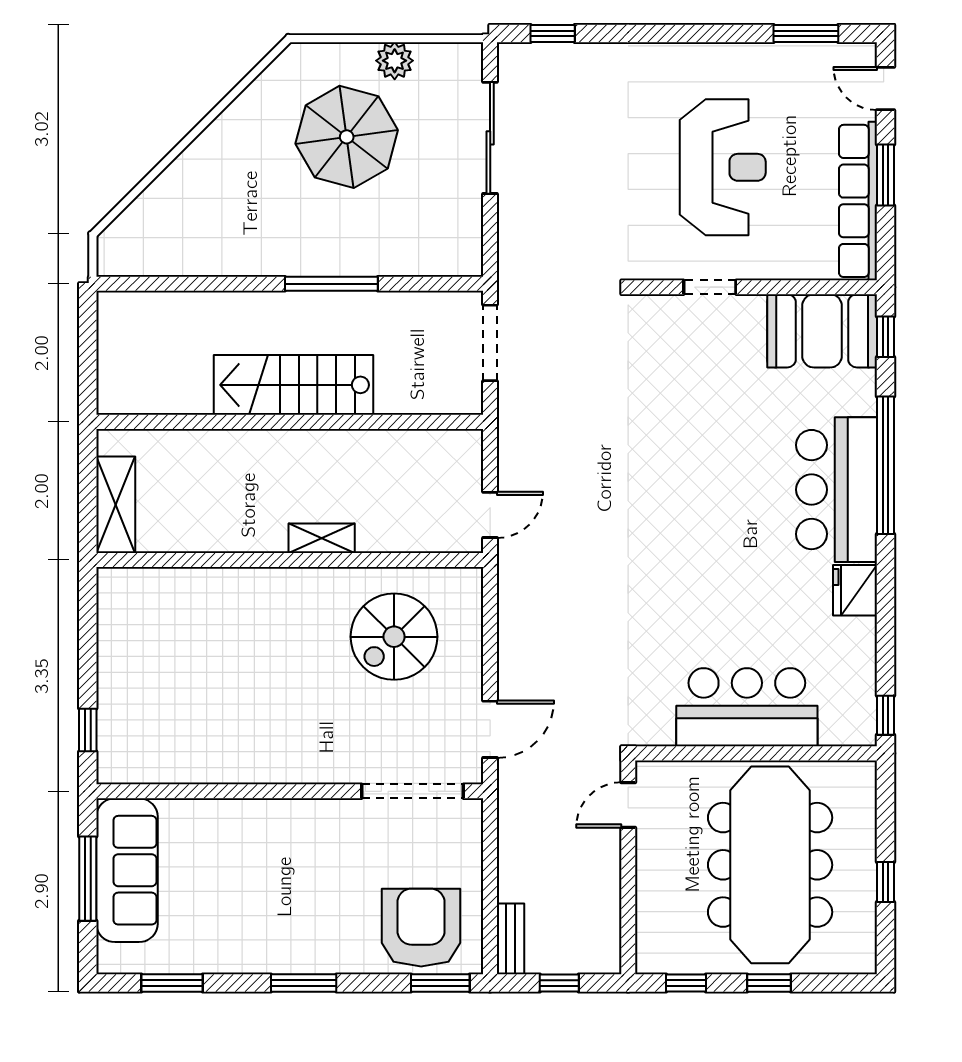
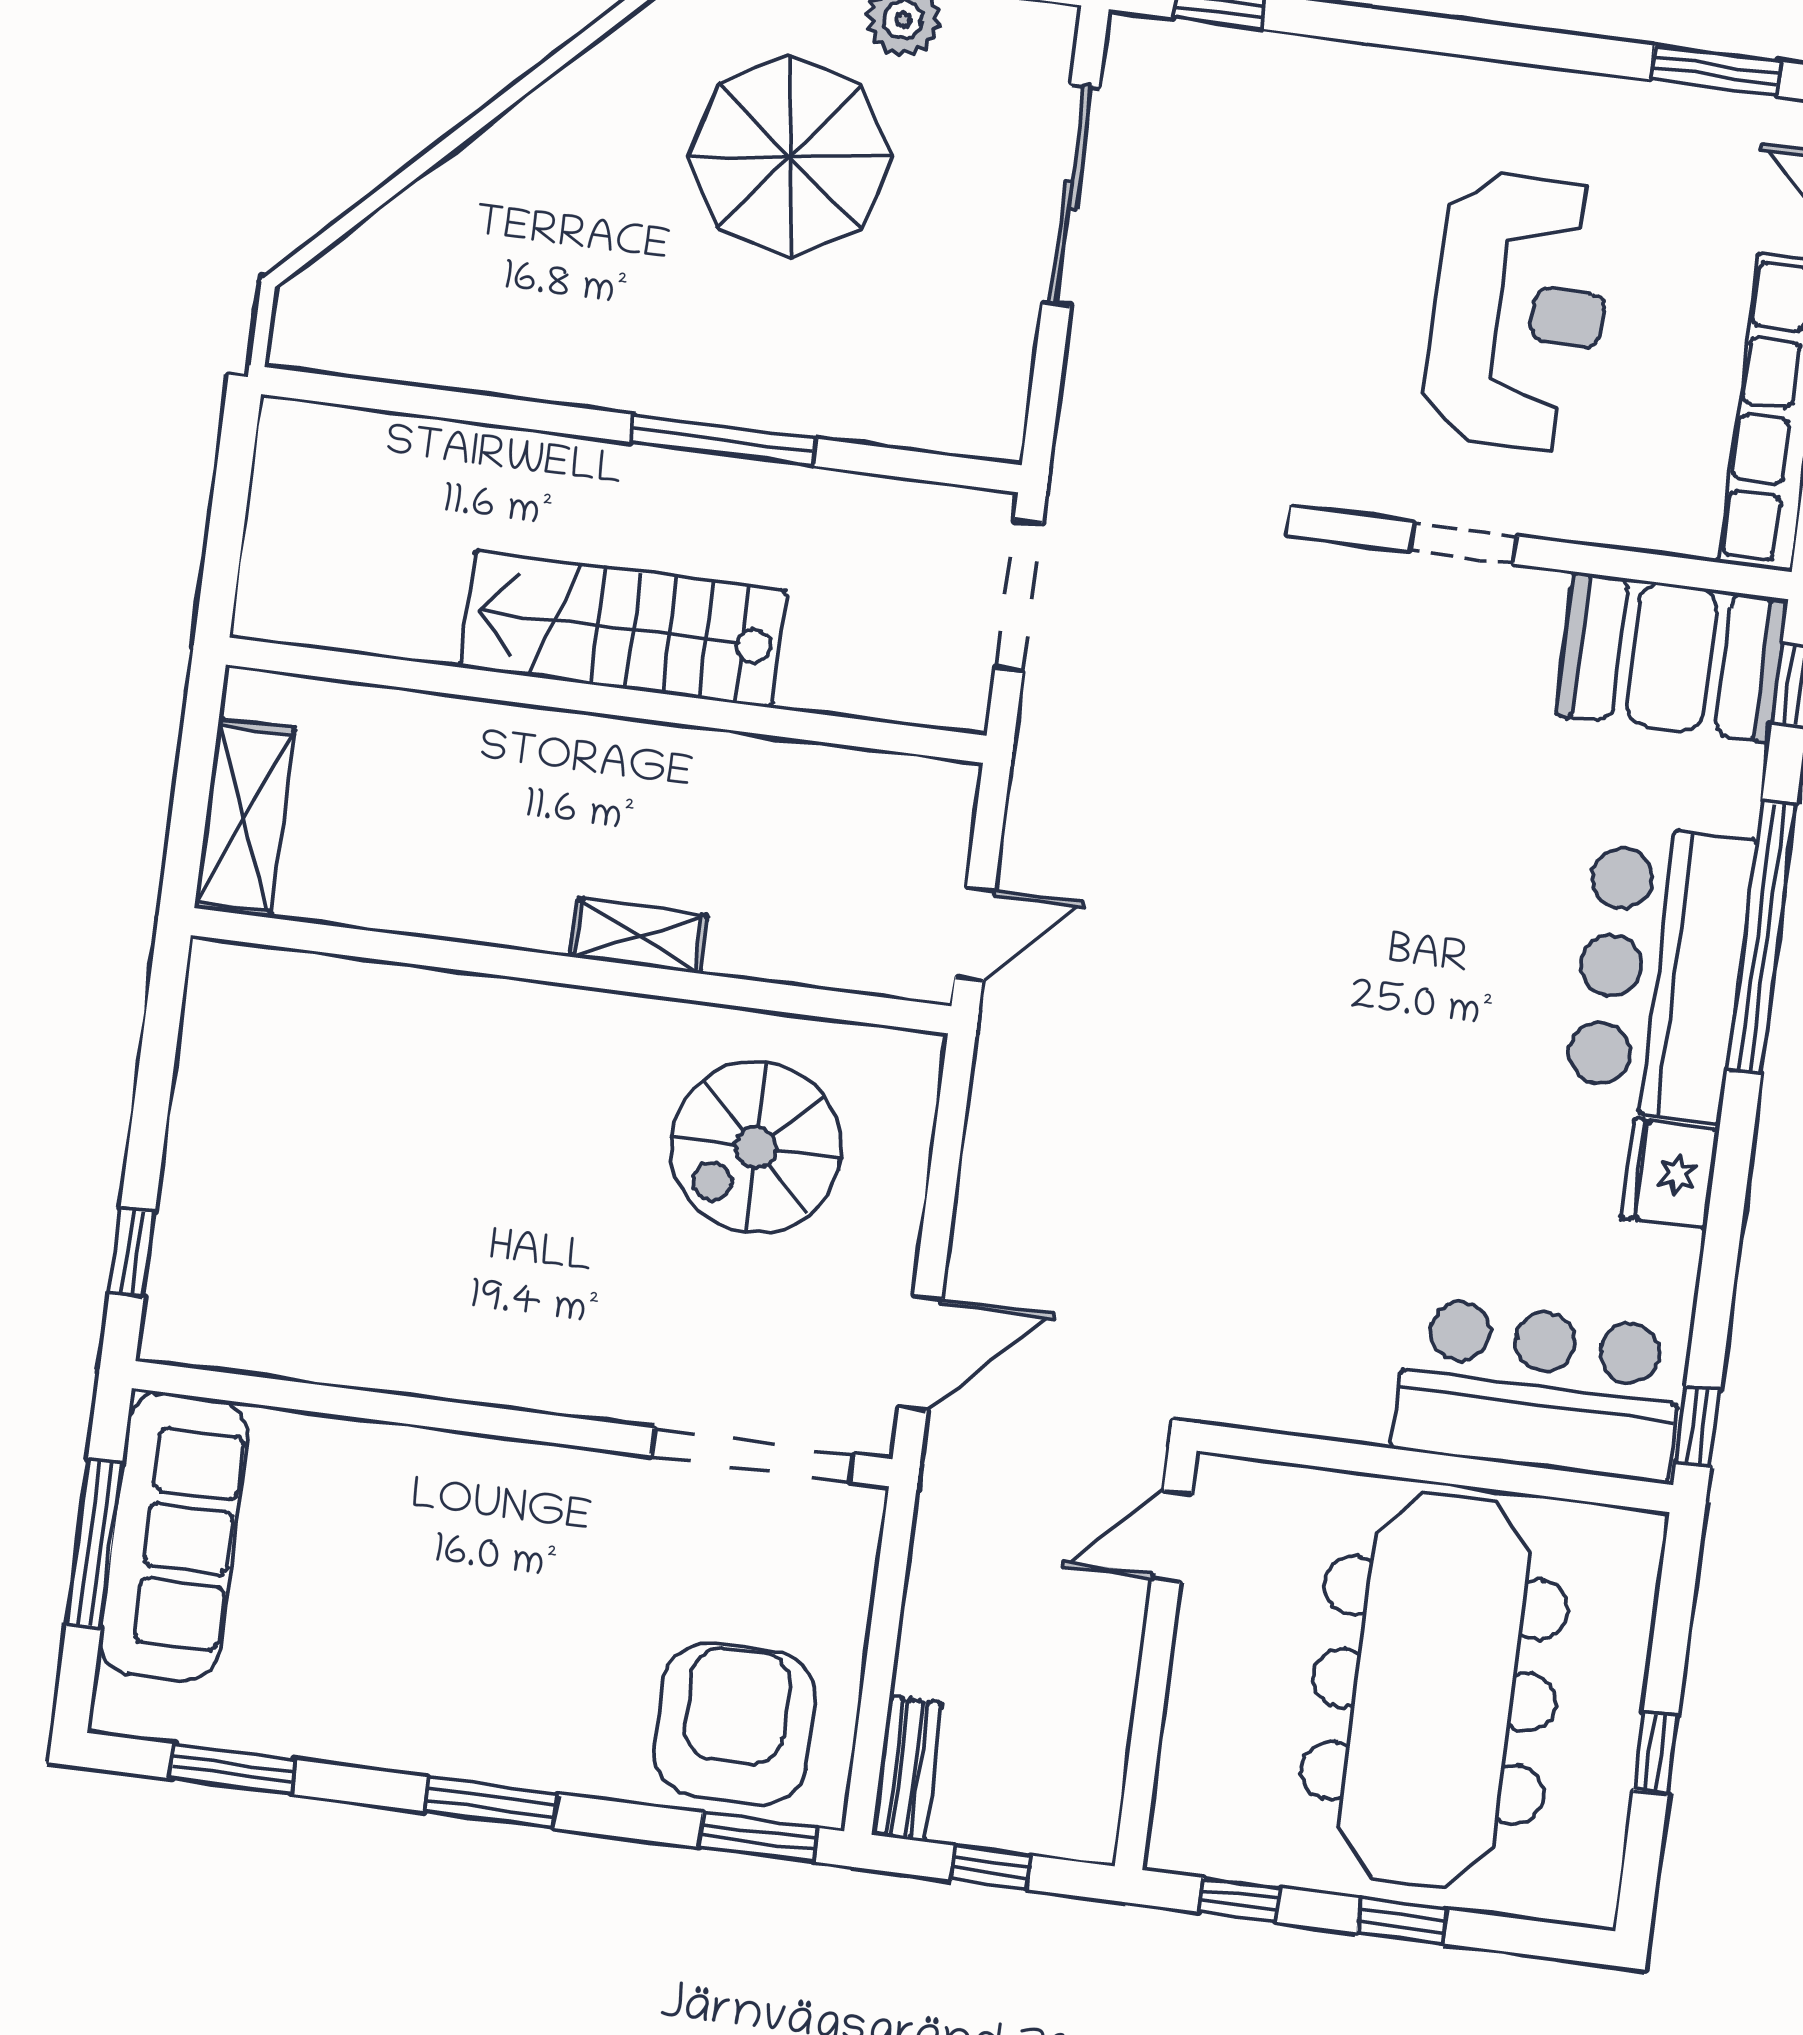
bar counter: (747, 707) -> (1539, 1390), moved

